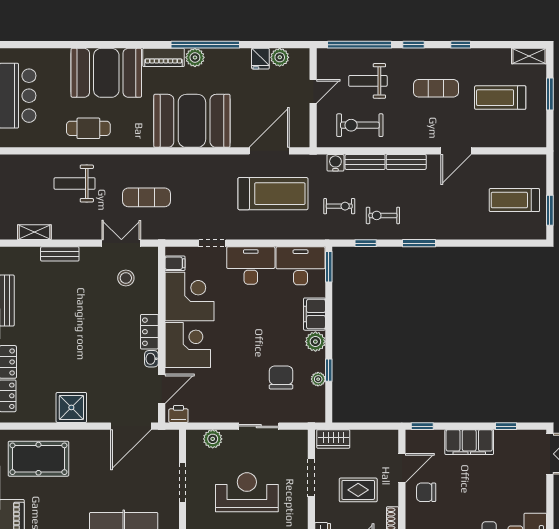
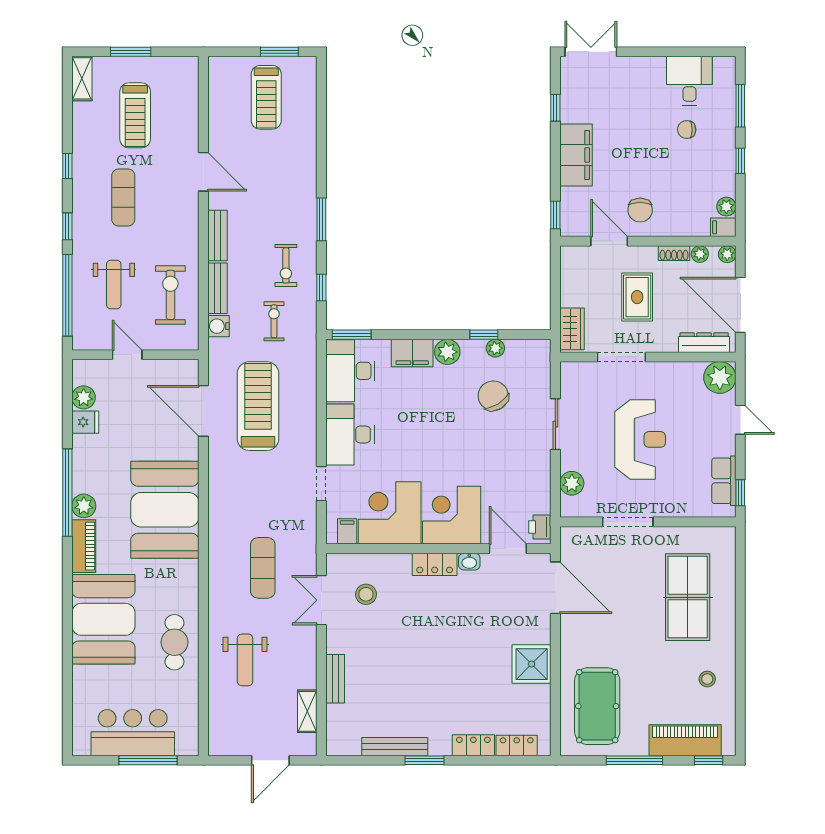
exercise bike: (360, 125) -> (170, 295), turned 180
chair: (281, 377) -> (493, 396), turned 58
reception desk: (247, 492) -> (640, 439), turned 180

